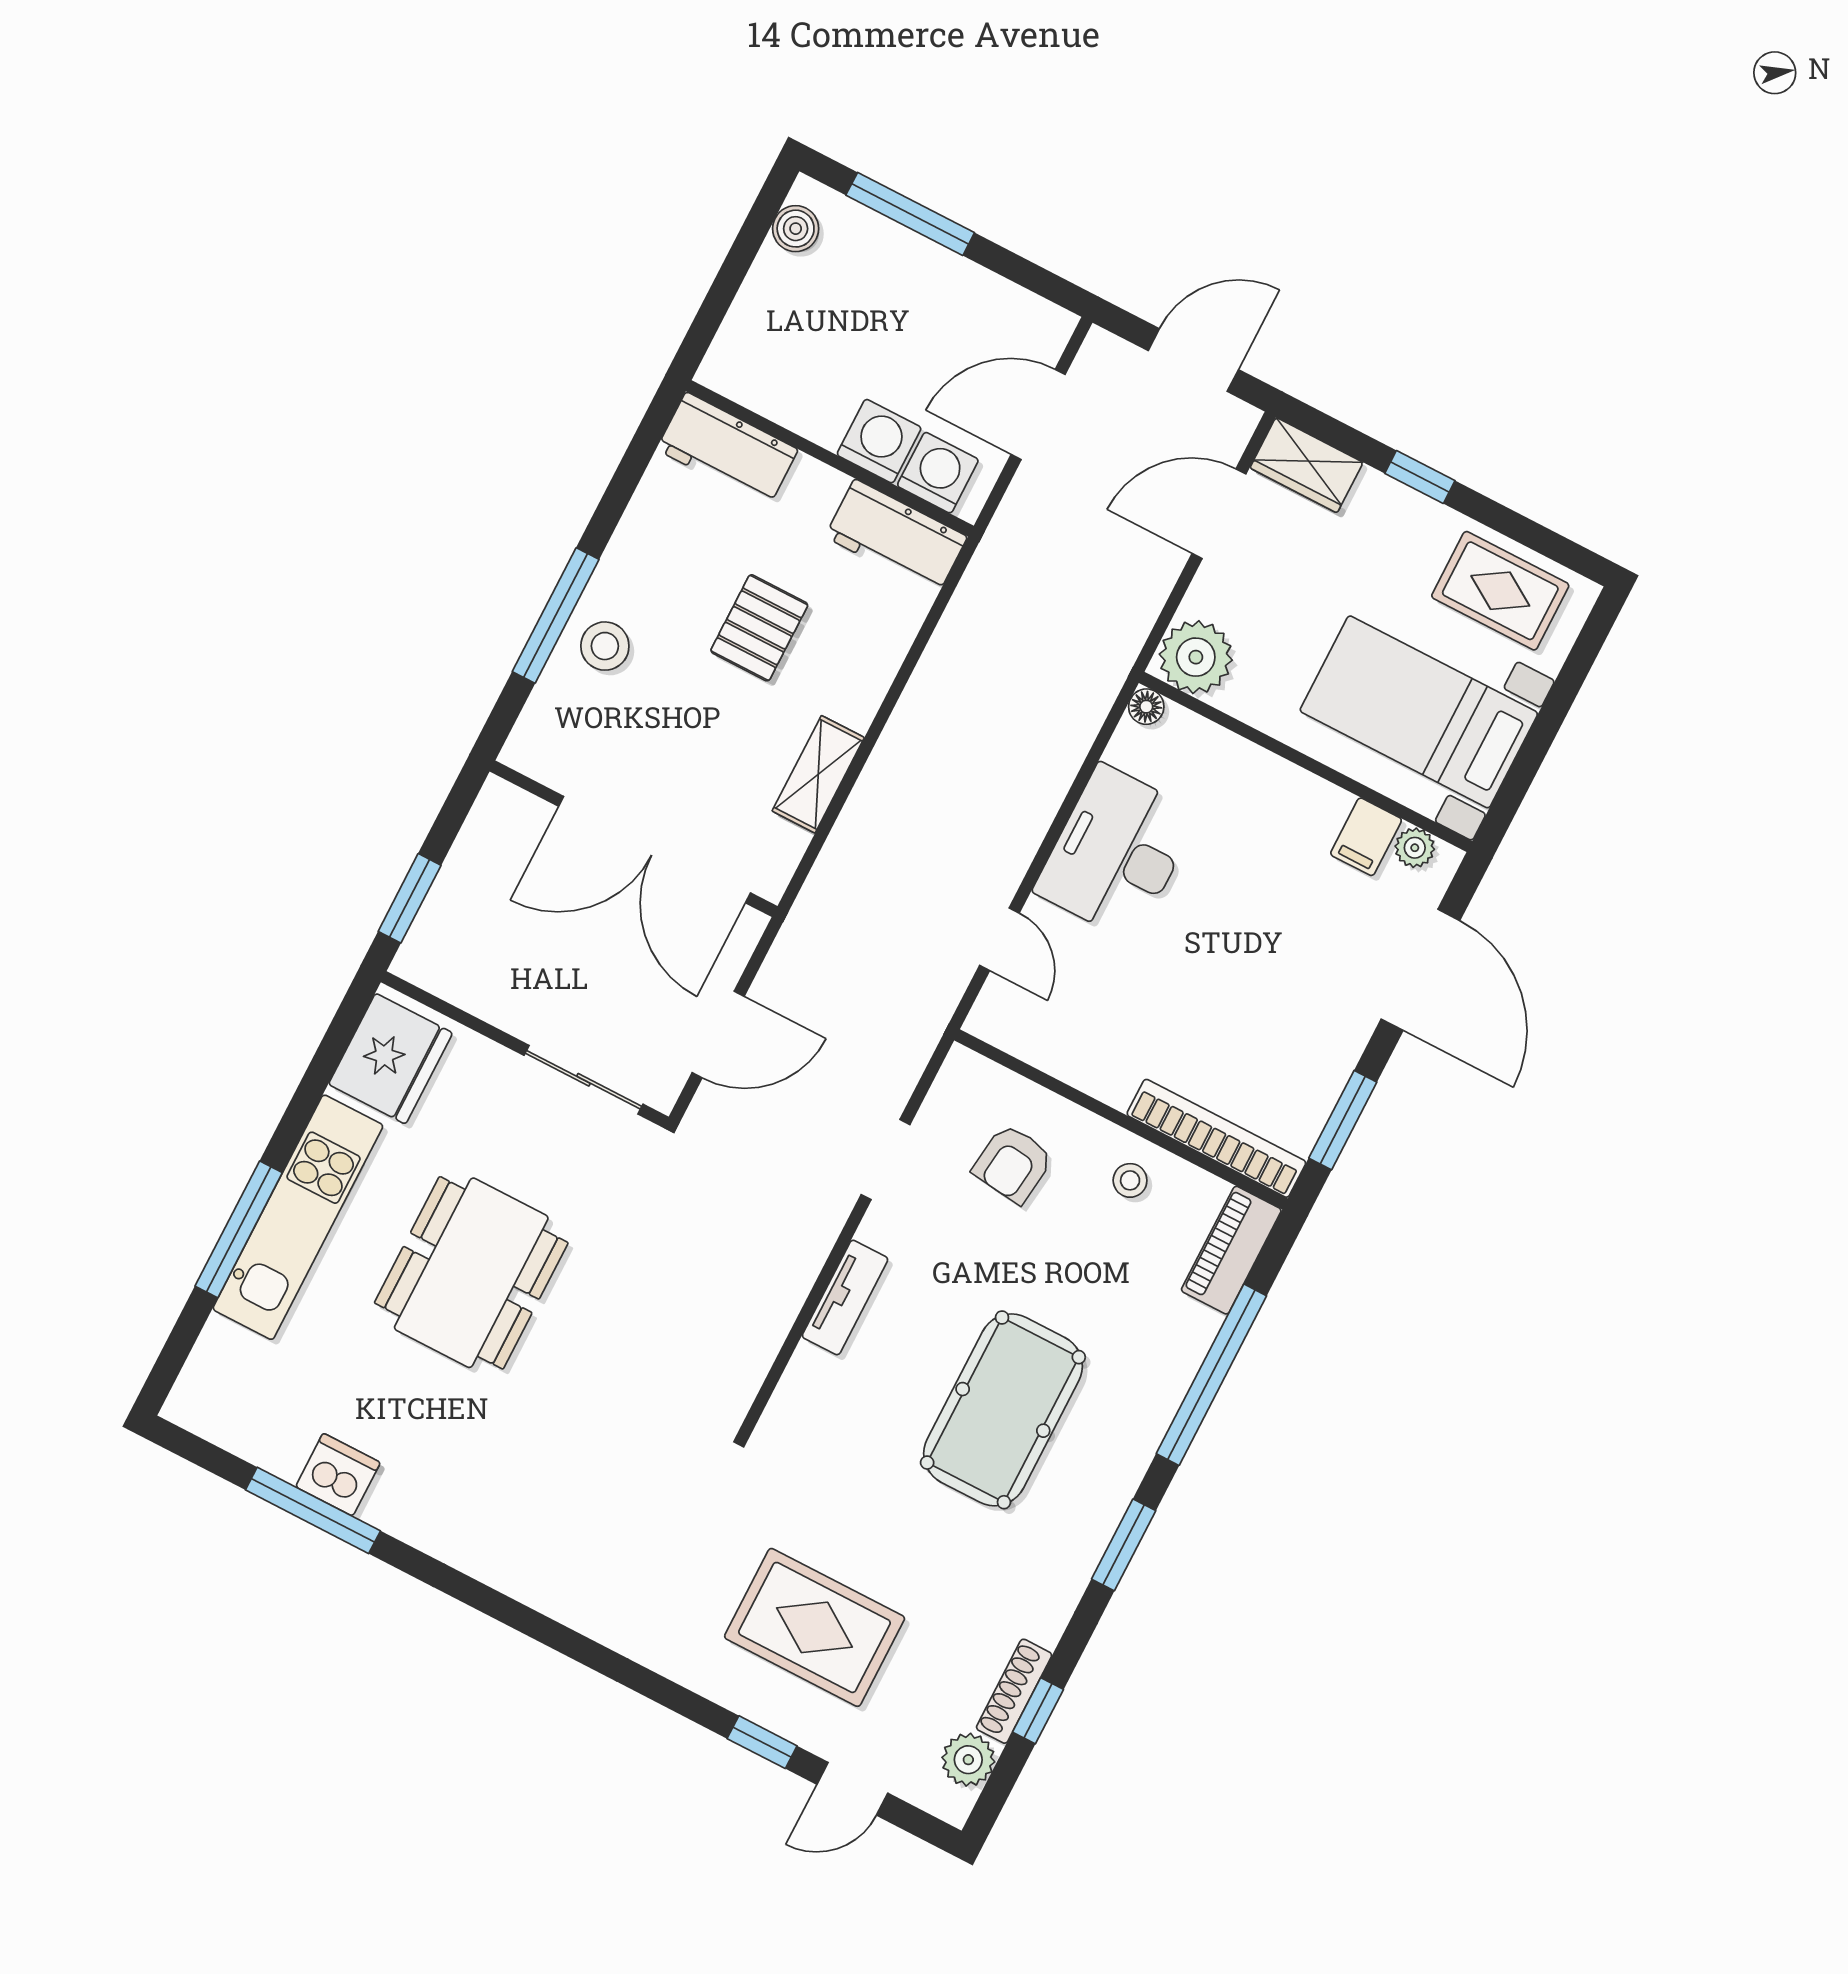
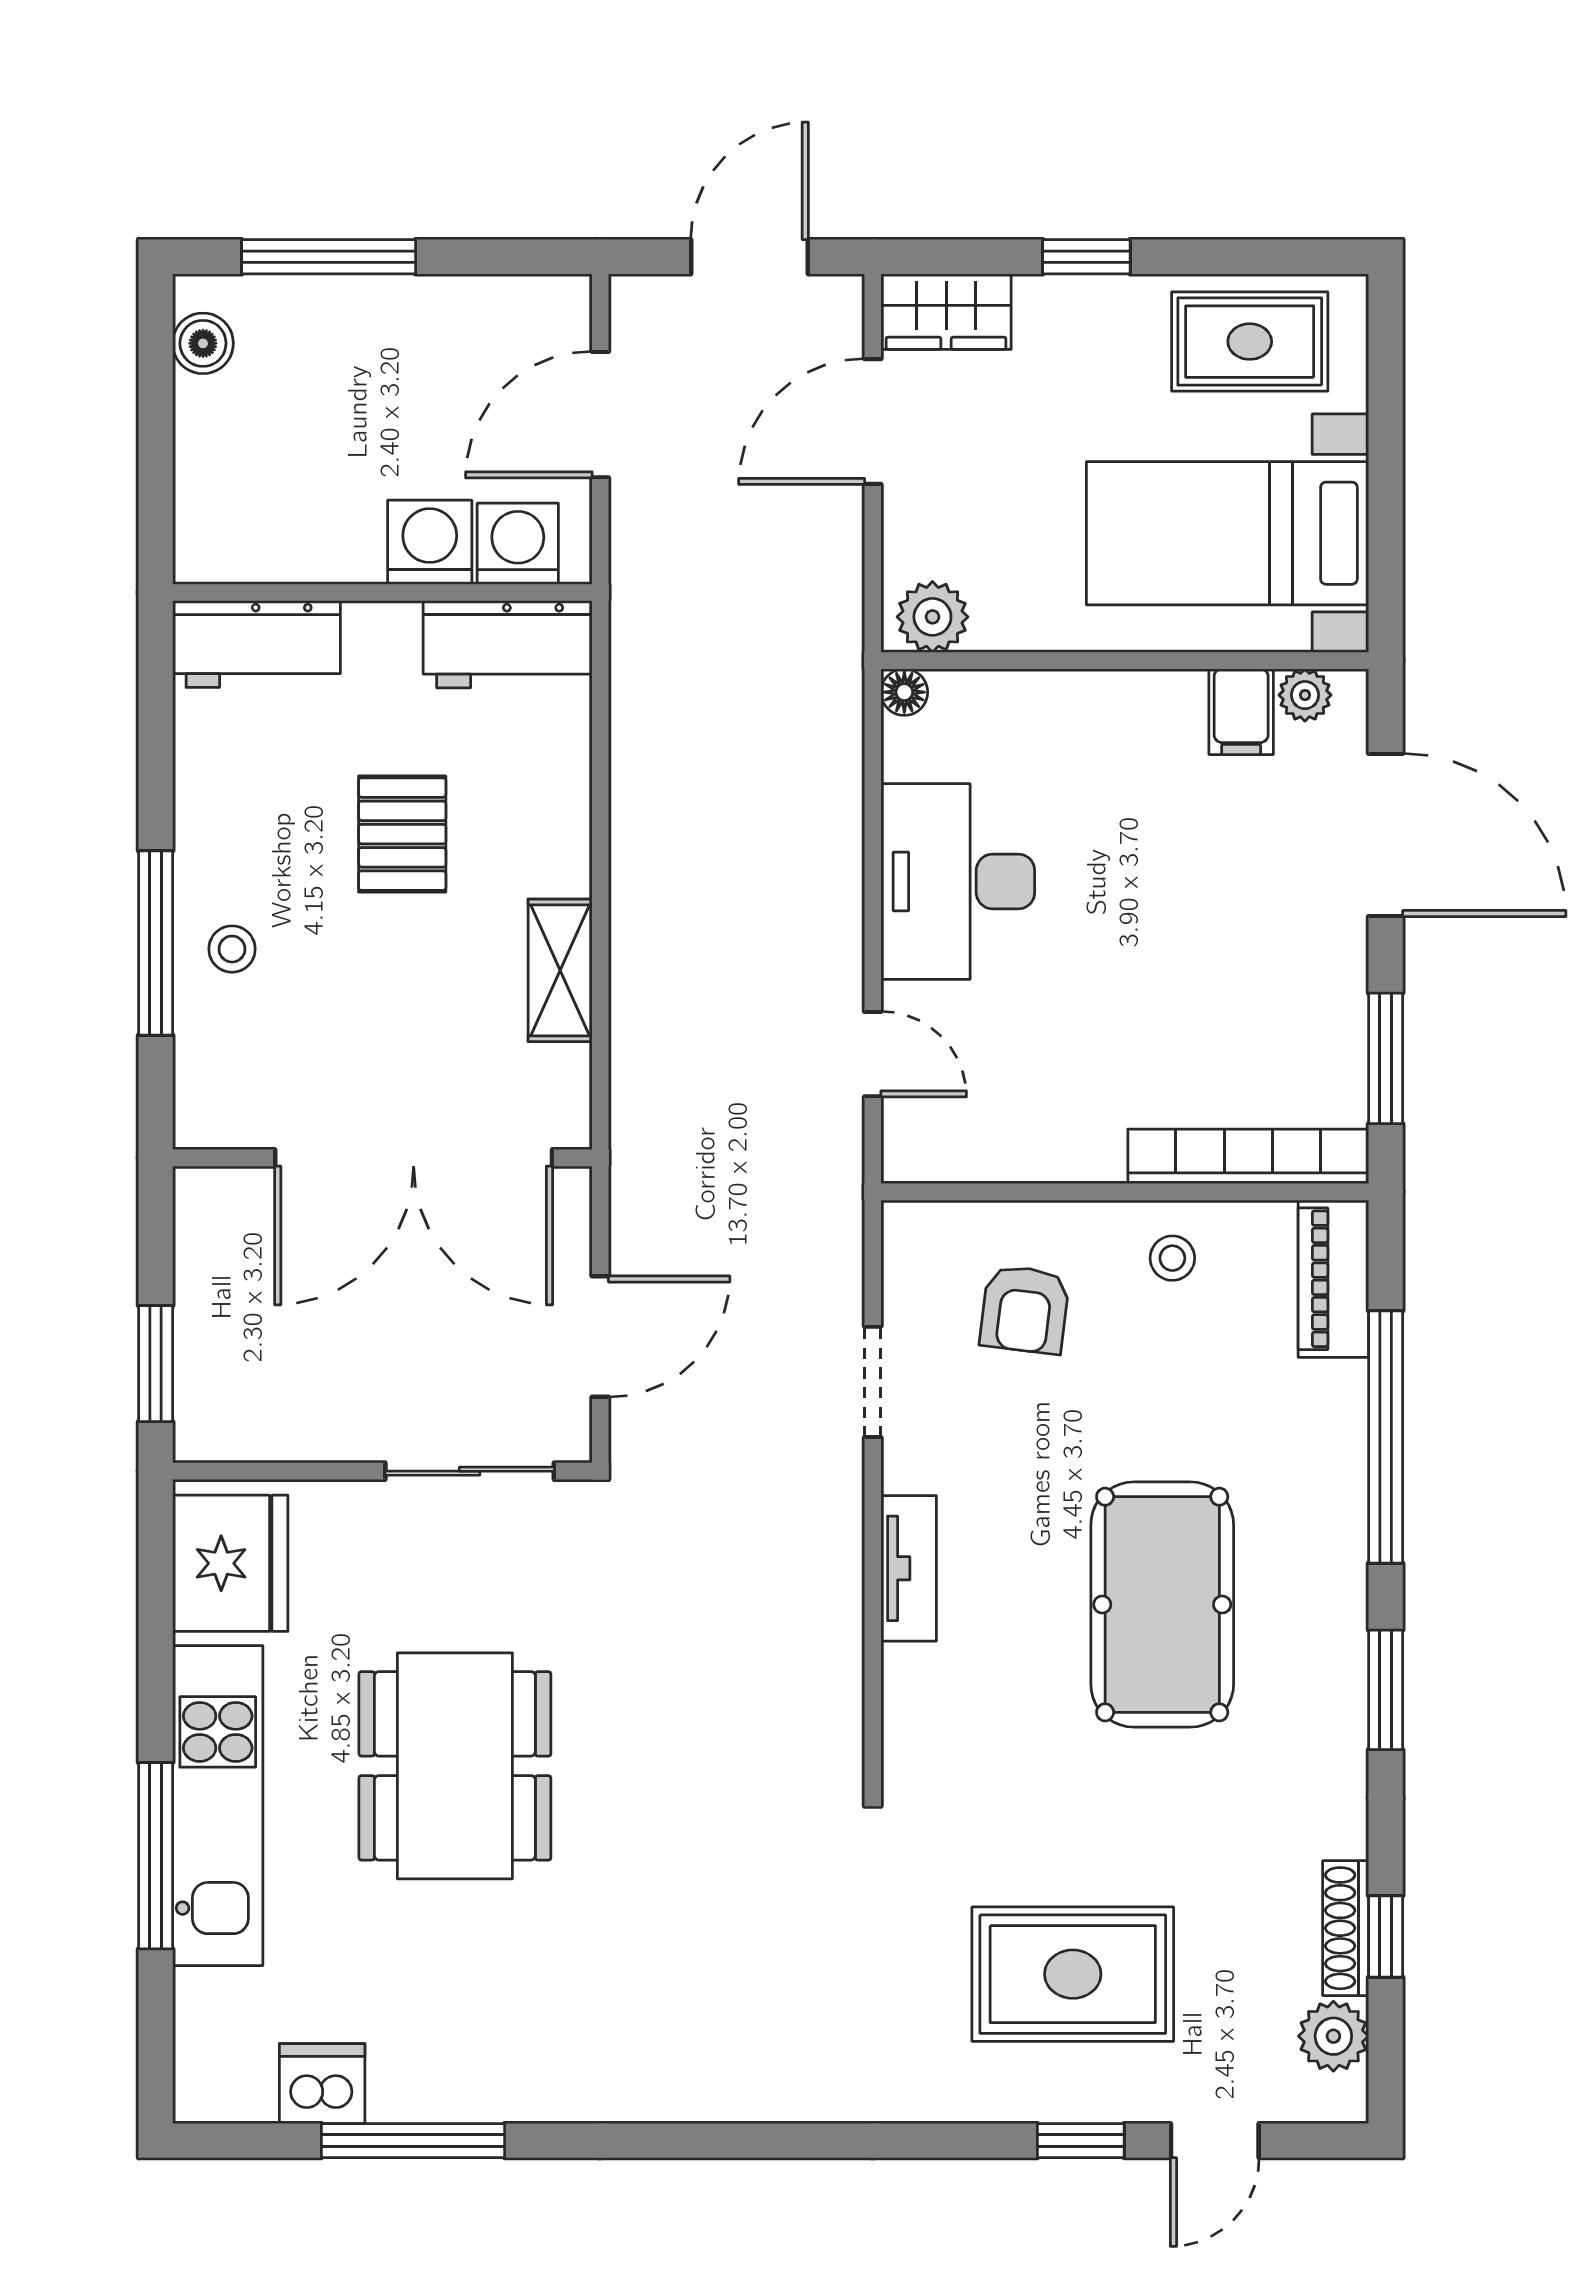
stool: (605, 646) -> (232, 949), width x0.73, depth x0.73
plant: (1196, 657) -> (932, 617), width x0.73, depth x0.73
dishwasher: (338, 1475) -> (322, 2084), moved

